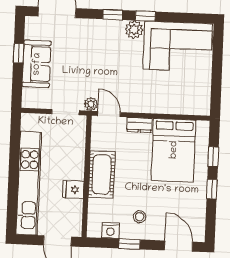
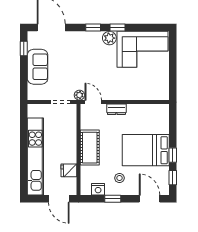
window: (19, 53) -> (24, 48), moved
bed: (174, 150) -> (146, 150), moved, turned 90
window: (213, 157) -> (173, 178), moved
fridge: (73, 190) -> (69, 170), moved

